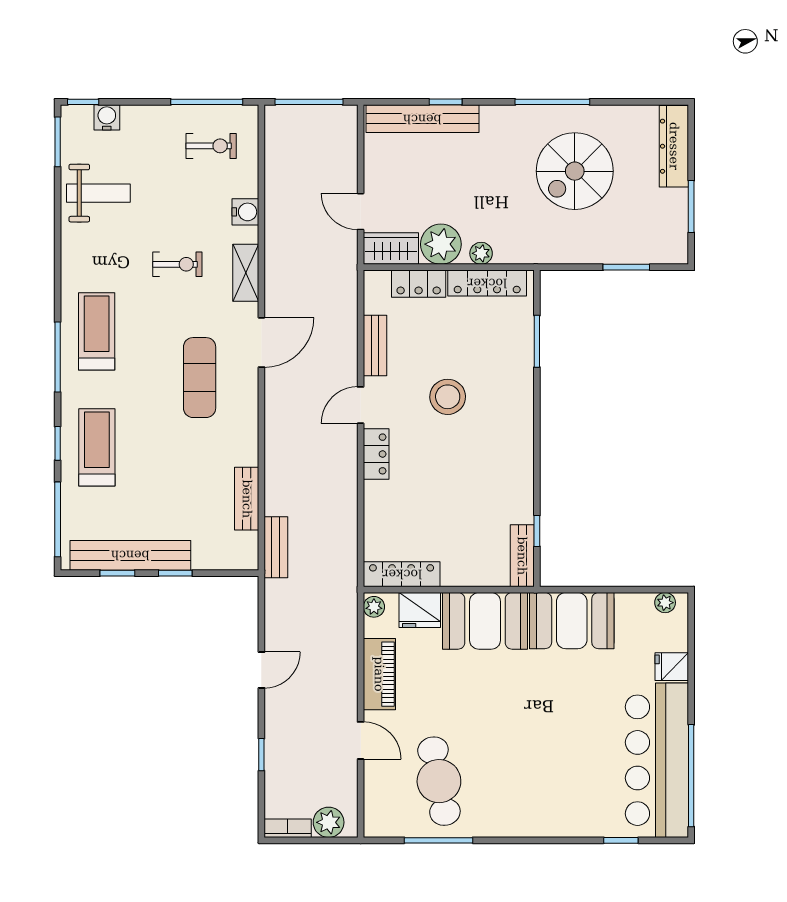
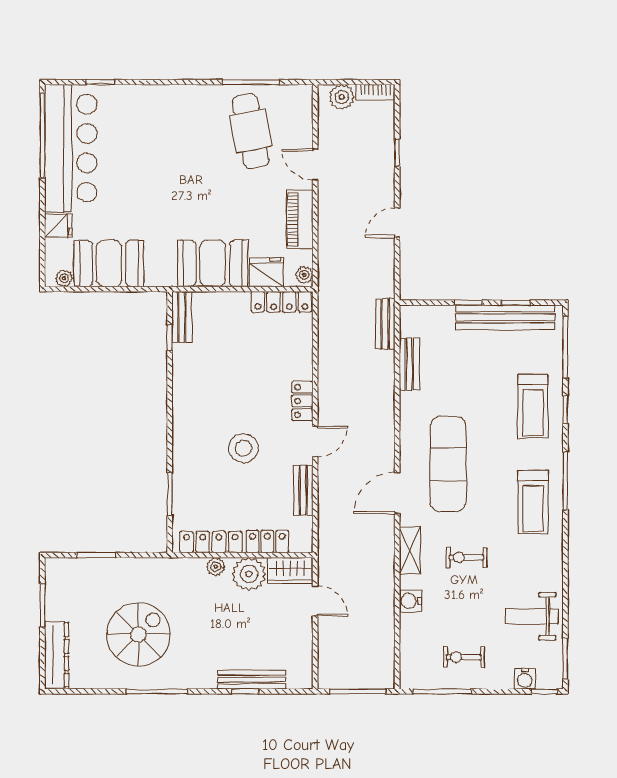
bench: (422, 119) -> (252, 680), width x0.73, depth x0.82
exercise bike: (211, 146) -> (464, 657), moved
exercise mat: (200, 378) -> (448, 464), width x1.36, depth x1.45
booth: (572, 621) -> (109, 263), moved

